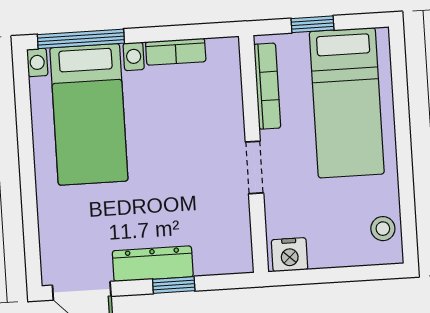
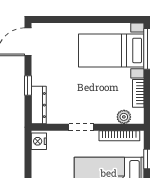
plant: (227, 79) -> (124, 117), added
dresser: (153, 264) -> (39, 105), moved

